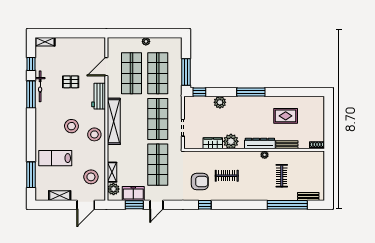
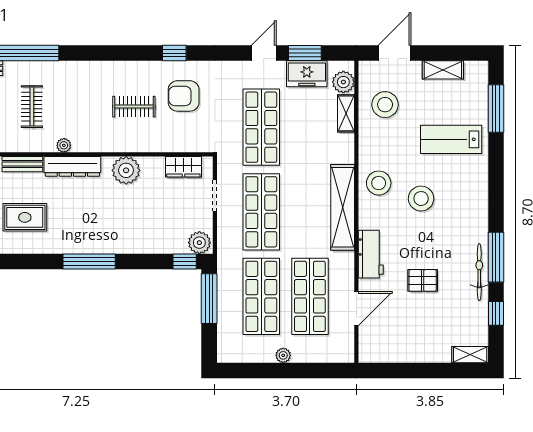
plant: (220, 102) -> (199, 243), moved
wardrobe: (213, 143) -> (183, 167), moved
lab bench: (55, 158) -> (451, 139), turned 180

